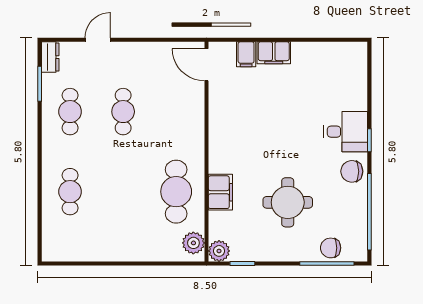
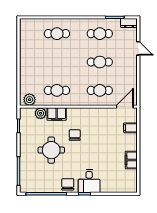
filing cabinet: (274, 53) -> (131, 160), moved
cafe table: (176, 112) -> (100, 90), added
cafe table: (176, 192) -> (57, 90), width x0.73, depth x0.74
chair: (331, 248) -> (75, 135), moved
plant: (219, 251) -> (41, 113), moved

